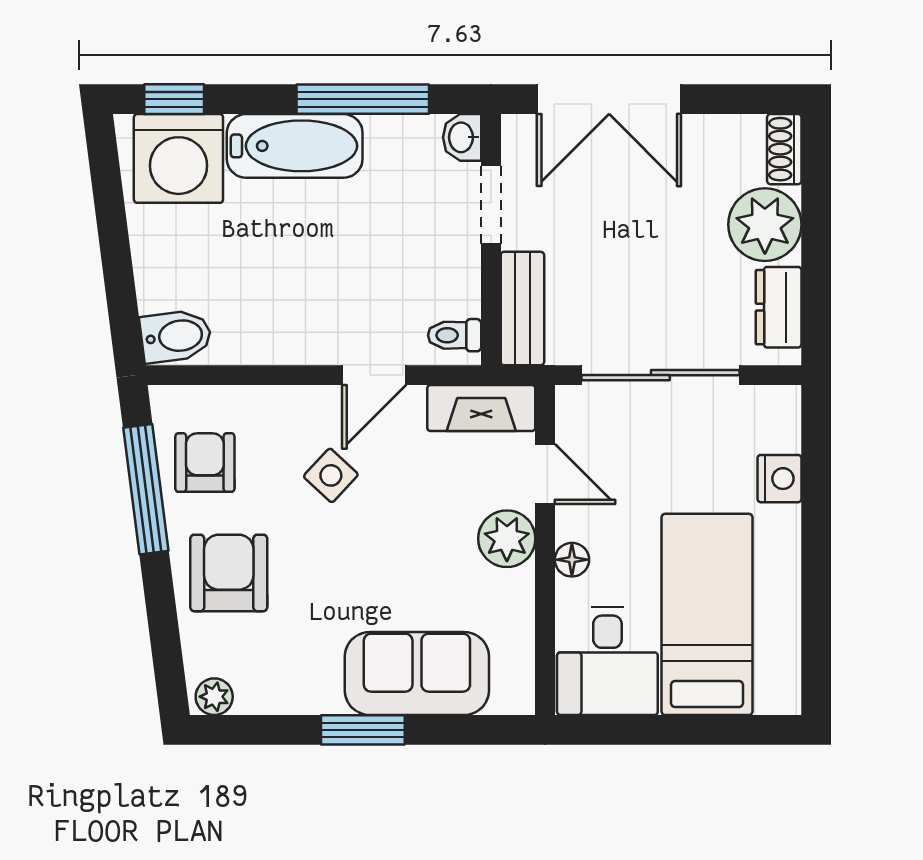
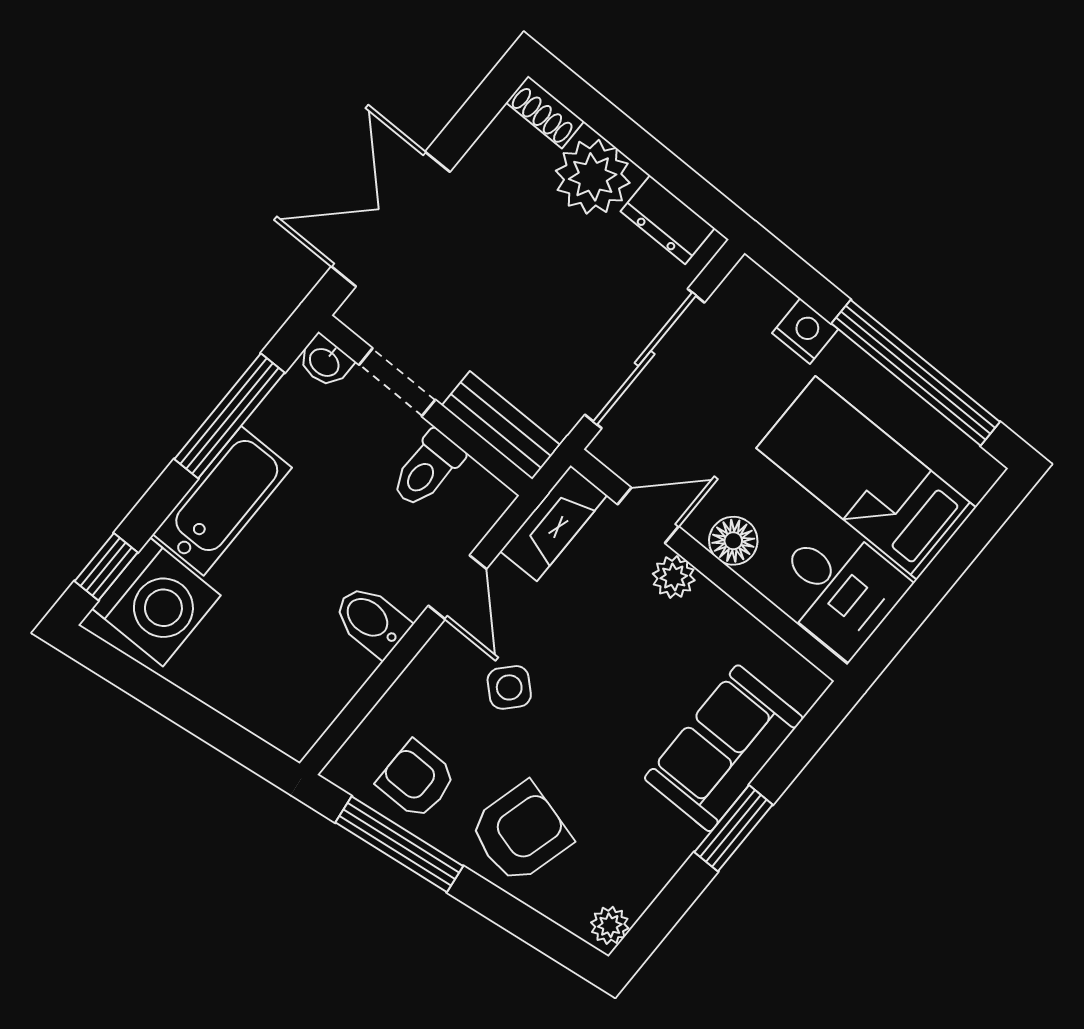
double door: (609, 99) -> (391, 219), swing flipped
toilet: (455, 335) -> (427, 469), moved, width x1.37, depth x1.39
bidet: (176, 336) -> (371, 620), moved, turned -83
plant: (507, 539) -> (674, 577), width x0.73, depth x0.73
floor lamp: (572, 560) -> (733, 541), width x1.37, depth x1.37
armchair: (229, 573) -> (520, 833), turned 105
window: (816, 587) -> (916, 373), added

